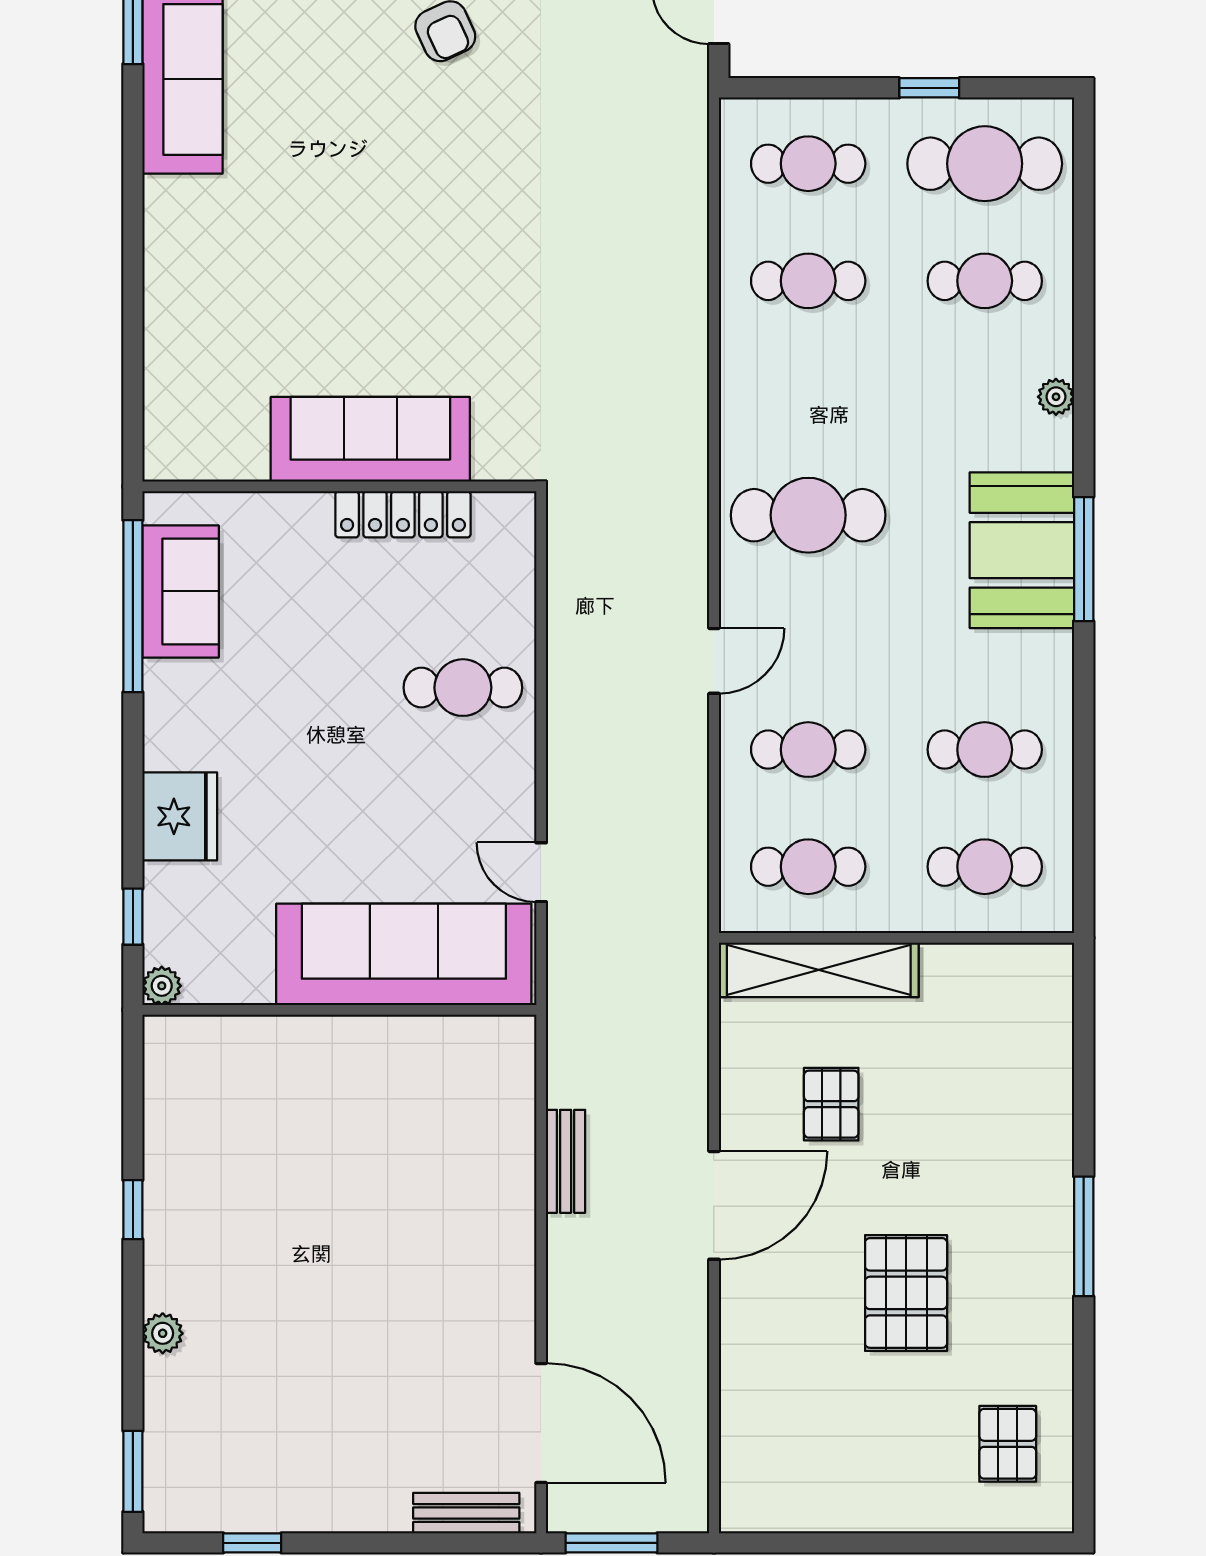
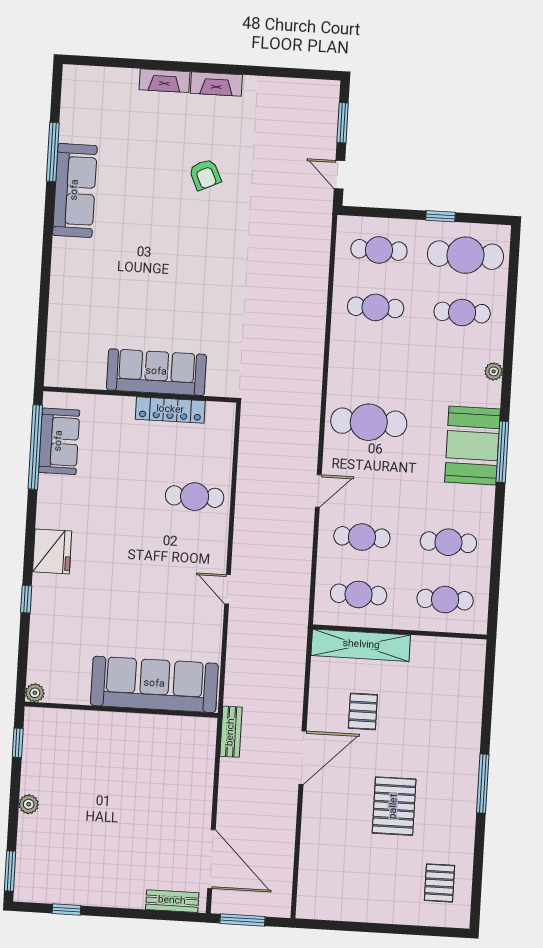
sofa: (404, 954) -> (154, 684), moved
plant: (162, 986) -> (35, 693), moved
wall: (339, 1010) -> (121, 710), moved

